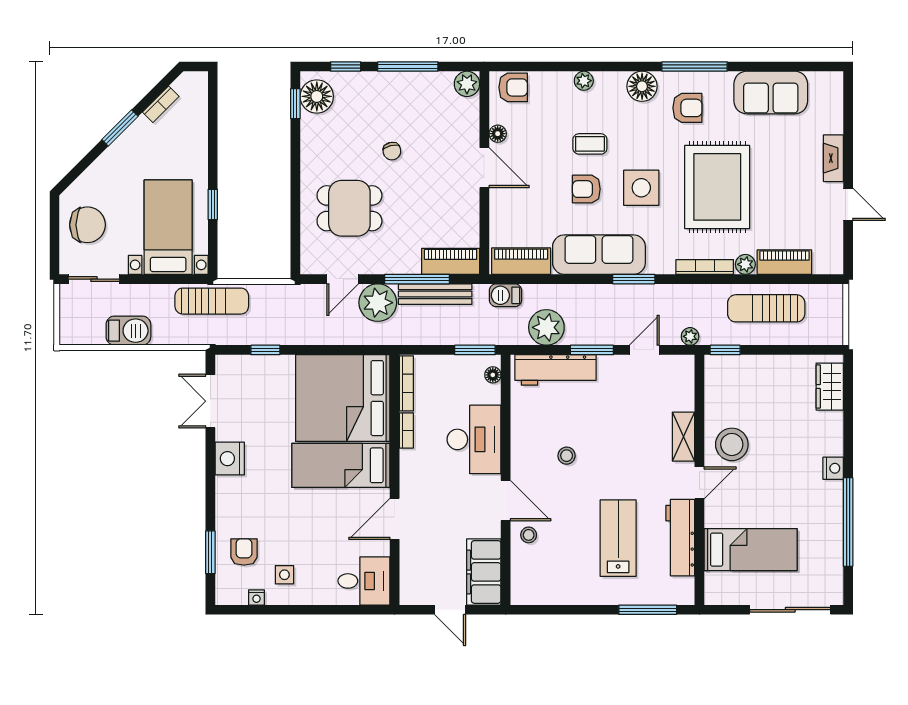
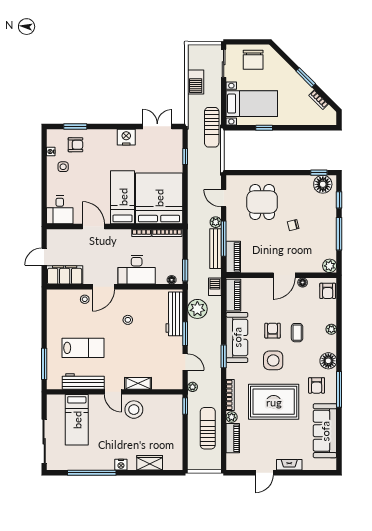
sofa: (771, 93) -> (325, 431), width x1.36
plant: (378, 303) -> (216, 222), width x0.53, depth x0.53
wardrobe: (830, 387) -> (150, 463), moved

